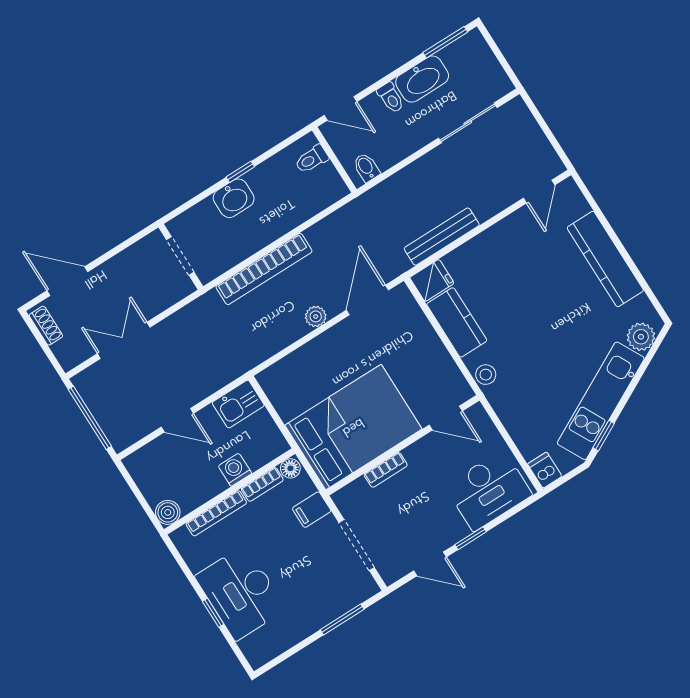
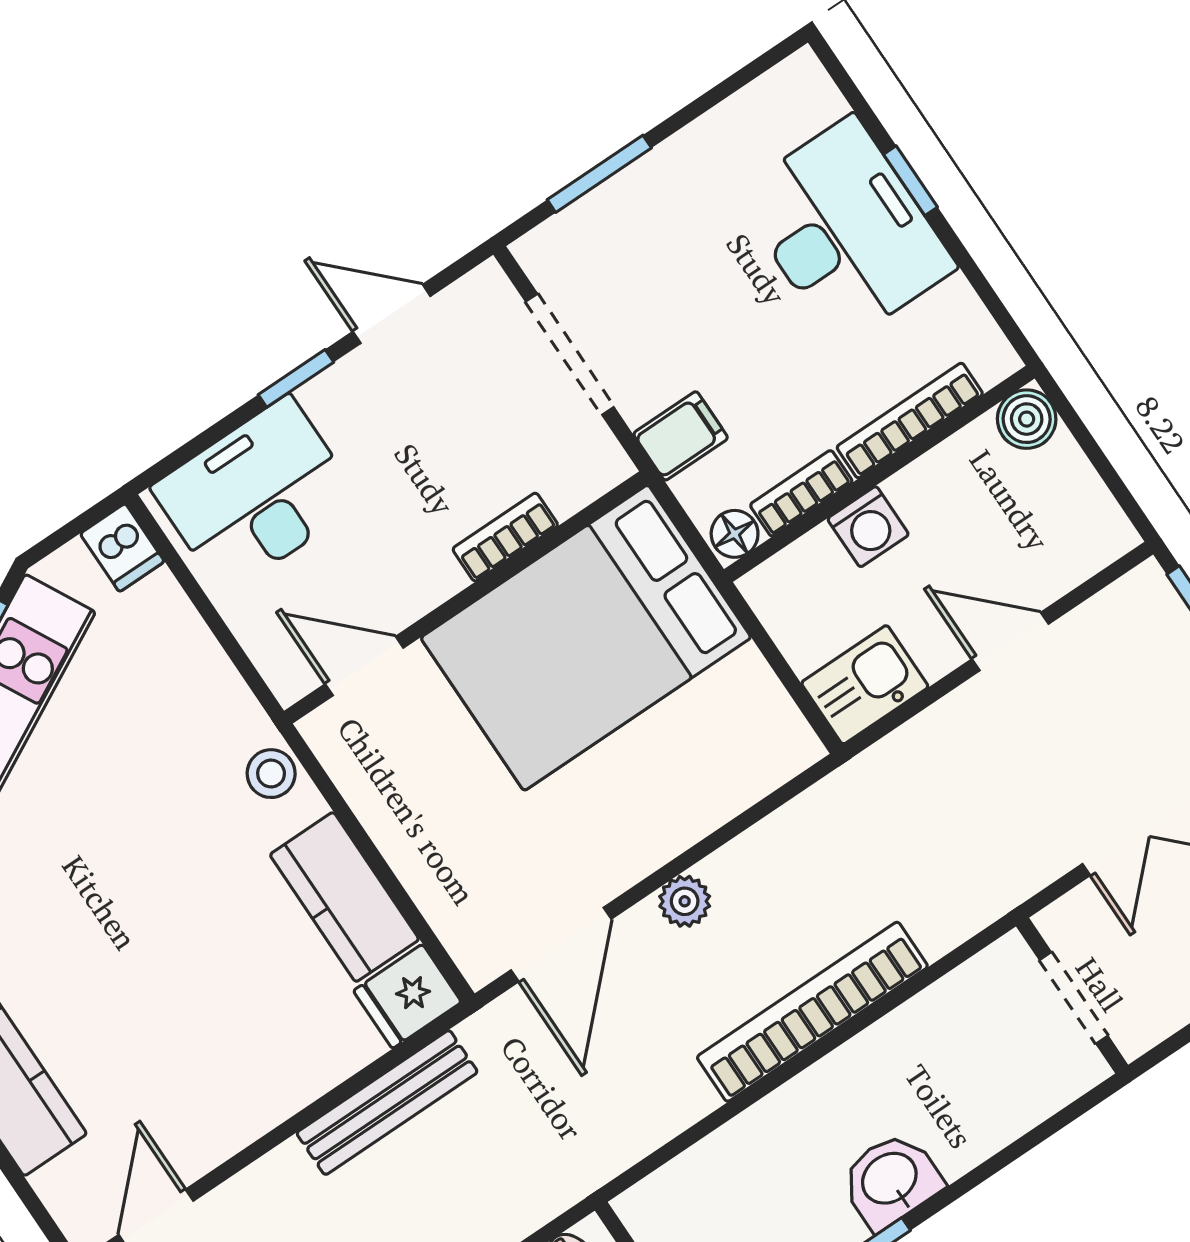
doorway: (180, 256) -> (1074, 998), moved
wall: (181, 257) -> (1072, 996), moved

